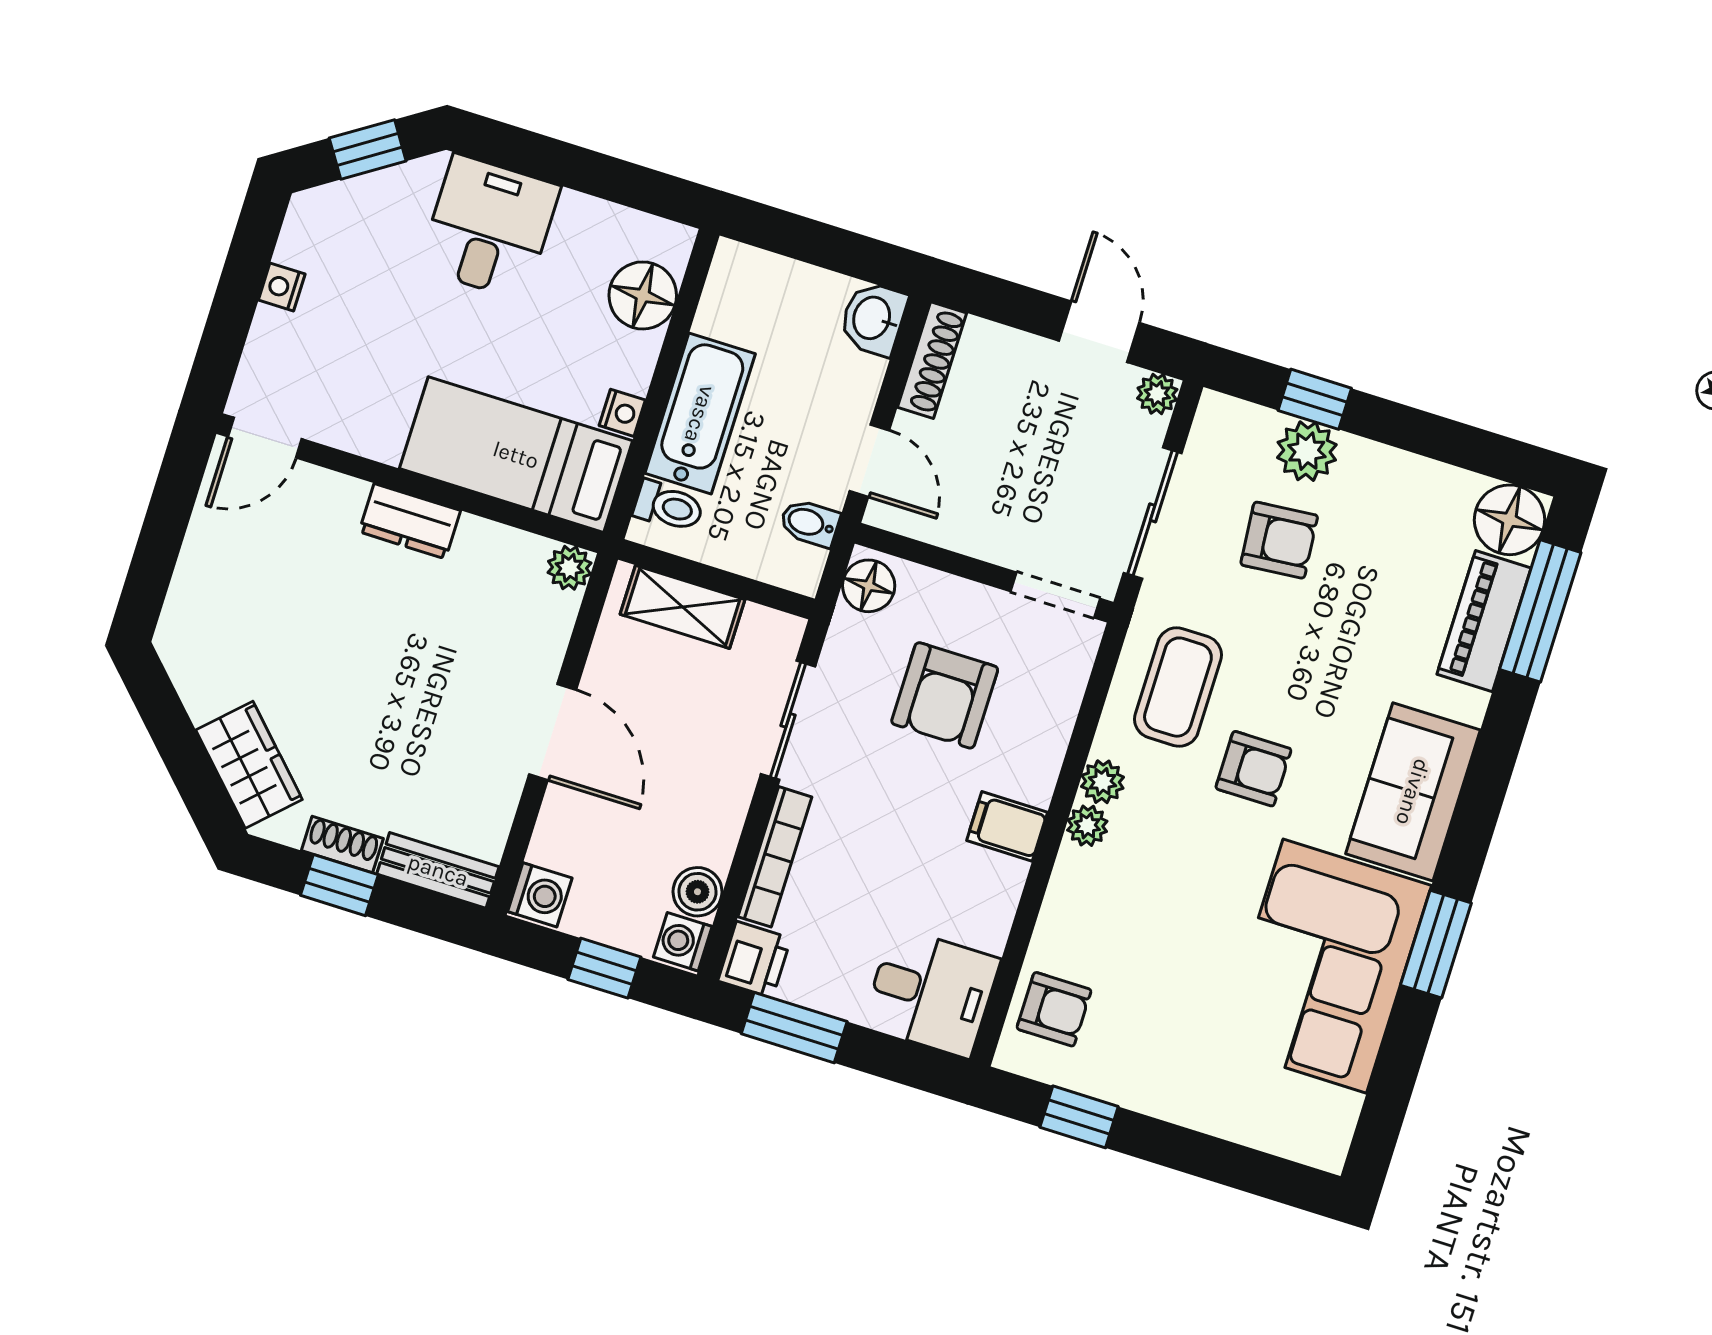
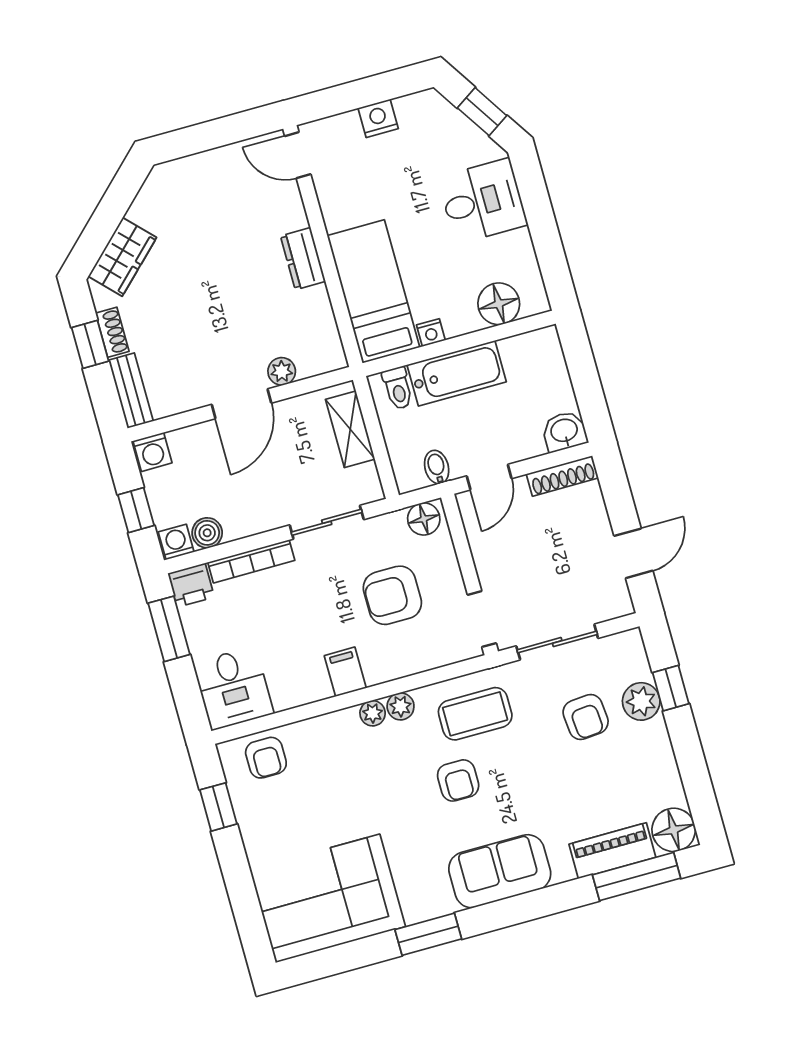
nightstand: (282, 287) -> (378, 118), width x1.39, depth x1.35
plant: (1157, 394) -> (621, 604), removed
plant: (569, 568) -> (282, 371), moved
corner sofa: (1325, 966) -> (328, 898), moved

